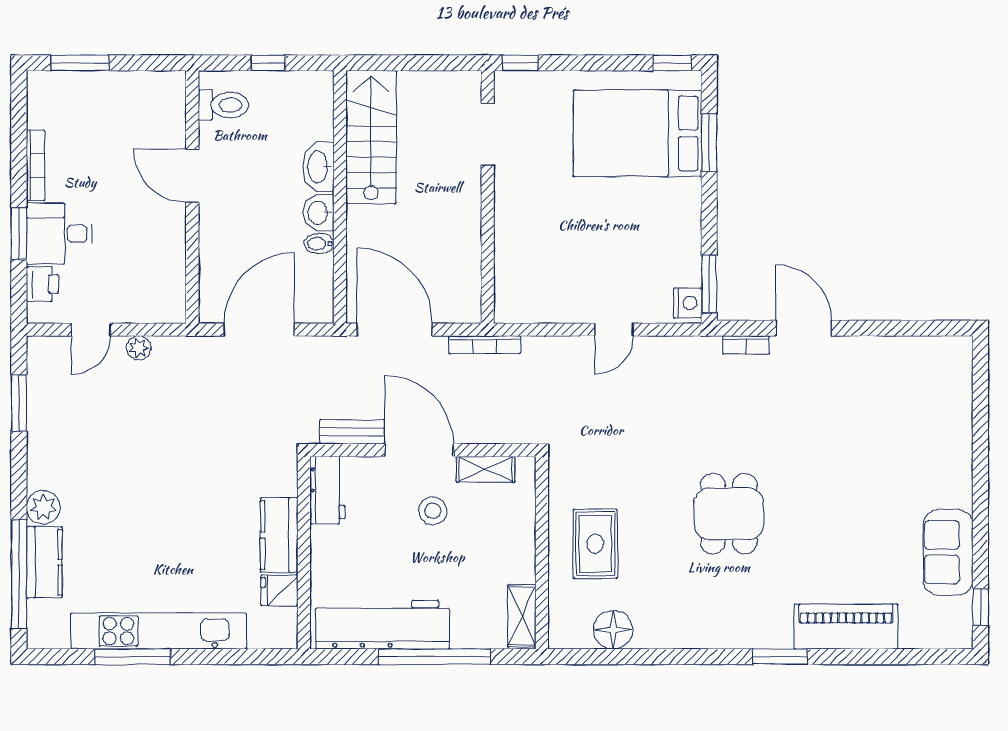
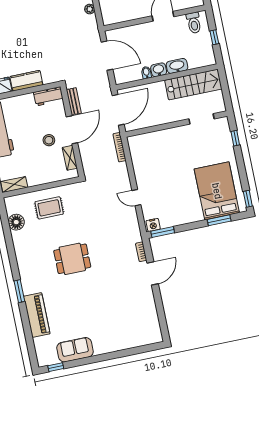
doorway: (488, 134) -> (202, 119), moved
wall: (488, 197) -> (176, 124), moved

